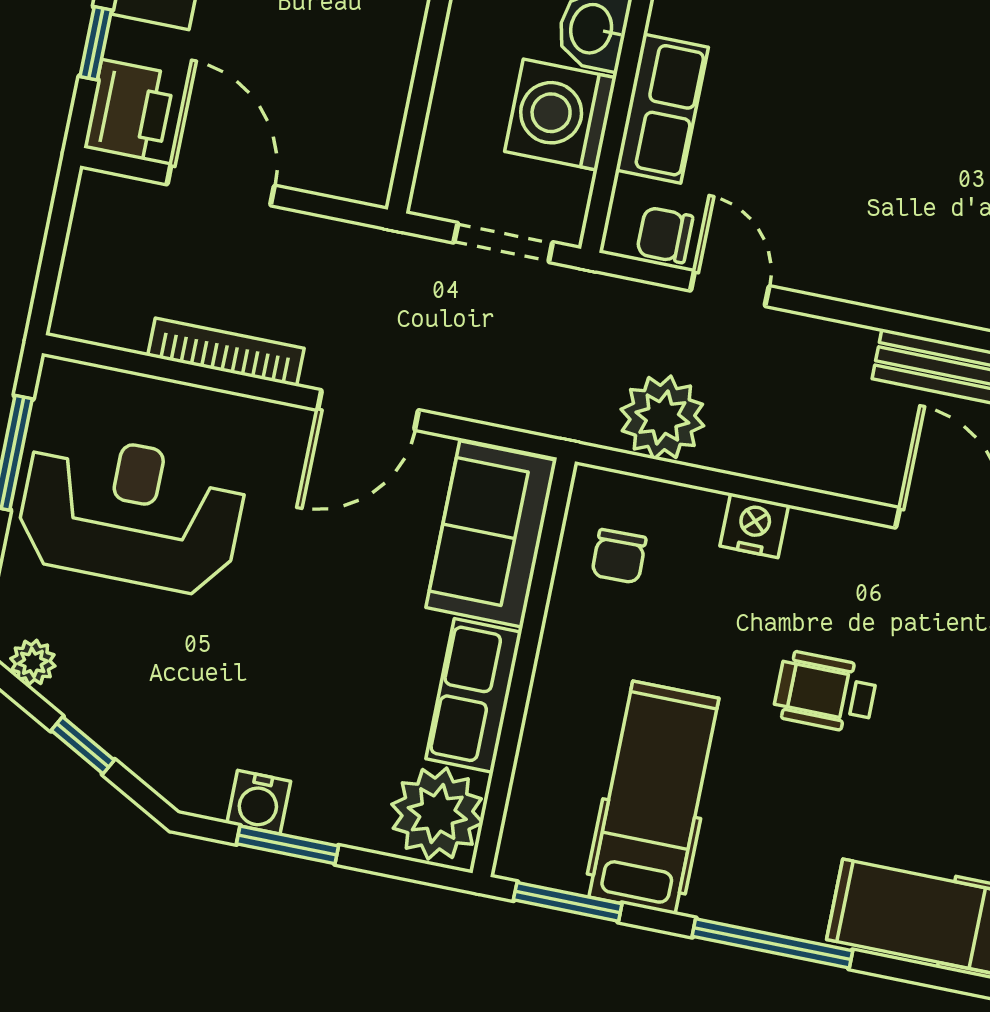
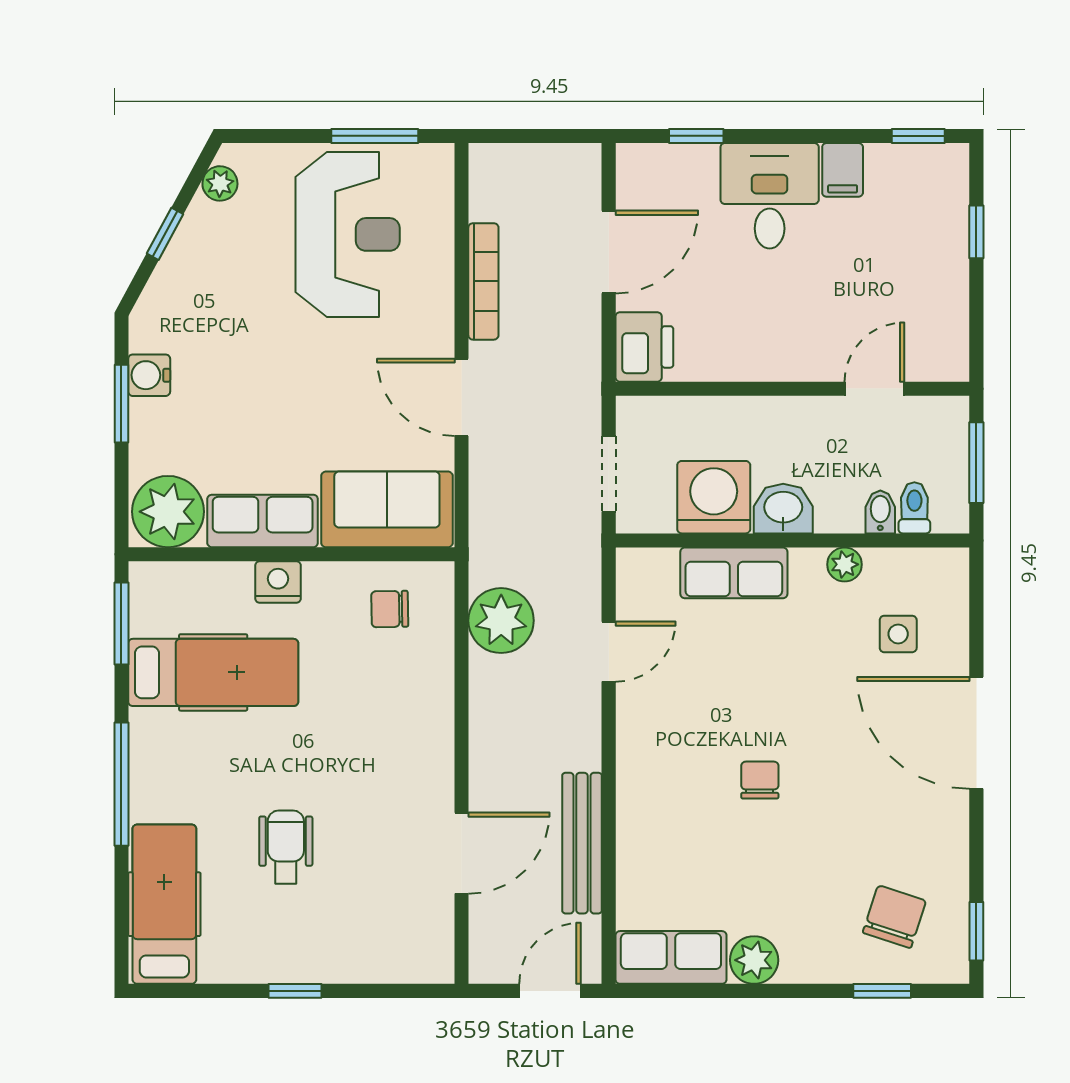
printer: (129, 111) -> (644, 347), moved, turned -90
chair: (665, 235) -> (760, 780), moved
nightstand: (754, 525) -> (278, 582), moved, turned -90
wheelchair: (825, 692) -> (286, 847), moved

